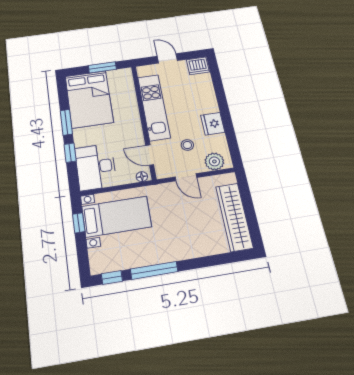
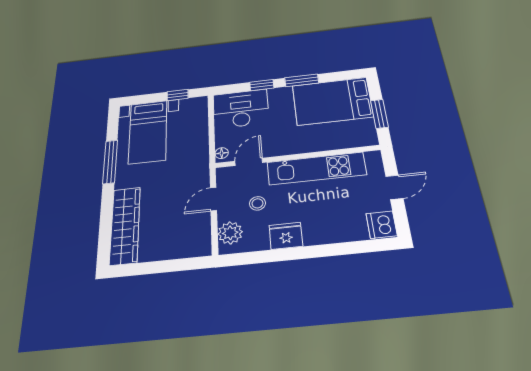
bed with nightstands: (117, 217) -> (148, 132), moved
wardrobe: (234, 217) -> (125, 225), moved, turned 90
window: (112, 277) -> (113, 124), removed

